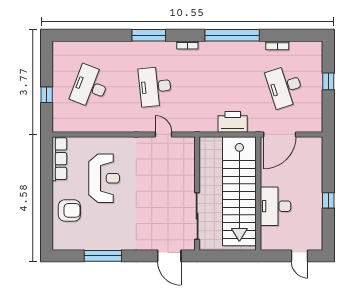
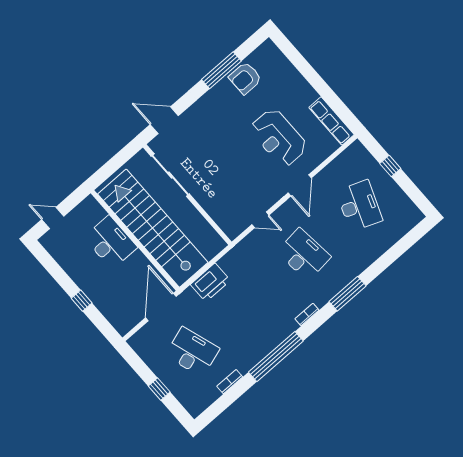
door: (118, 134) -> (300, 185), added
window: (328, 200) -> (82, 301), moved
armchair: (69, 210) -> (245, 78), moved

